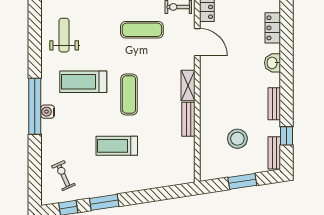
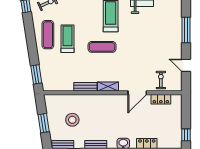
exercise mat: (142, 30) -> (48, 35), moved
window: (104, 202) -> (36, 74), moved

